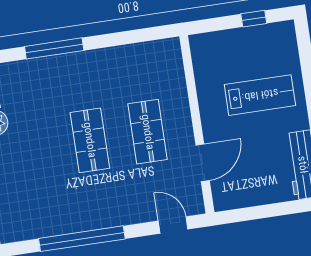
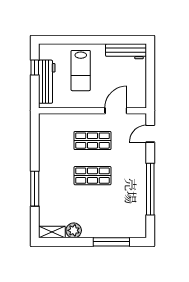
workbench: (233, 42) -> (47, 82), added
lab bench: (260, 95) -> (81, 71), turned 180
door: (203, 163) -> (116, 111), hinge flipped

